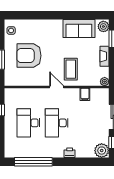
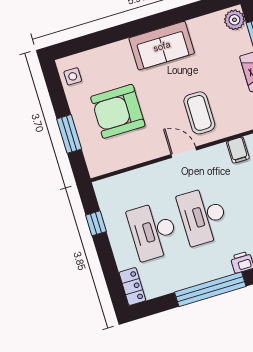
sofa: (79, 29) -> (162, 46), moved
locker: (9, 148) -> (132, 287), added
window: (33, 162) -> (210, 289), moved

